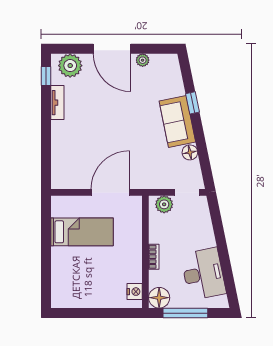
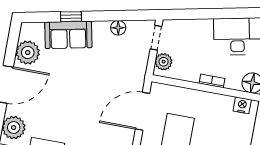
plant: (143, 60) -> (28, 53), width x1.87, depth x1.87
sofa: (177, 122) -> (68, 35), moved
door: (110, 192) -> (143, 111), hinge flipped

